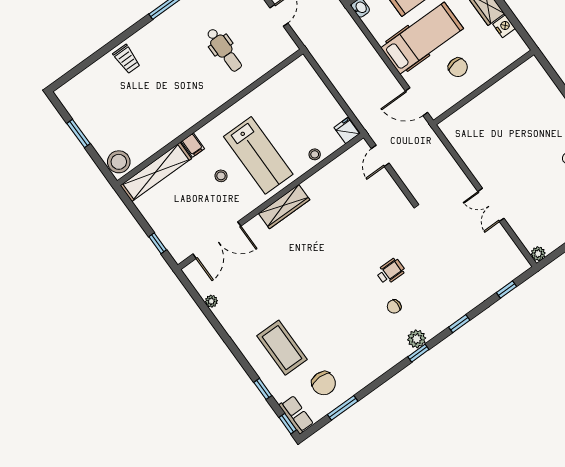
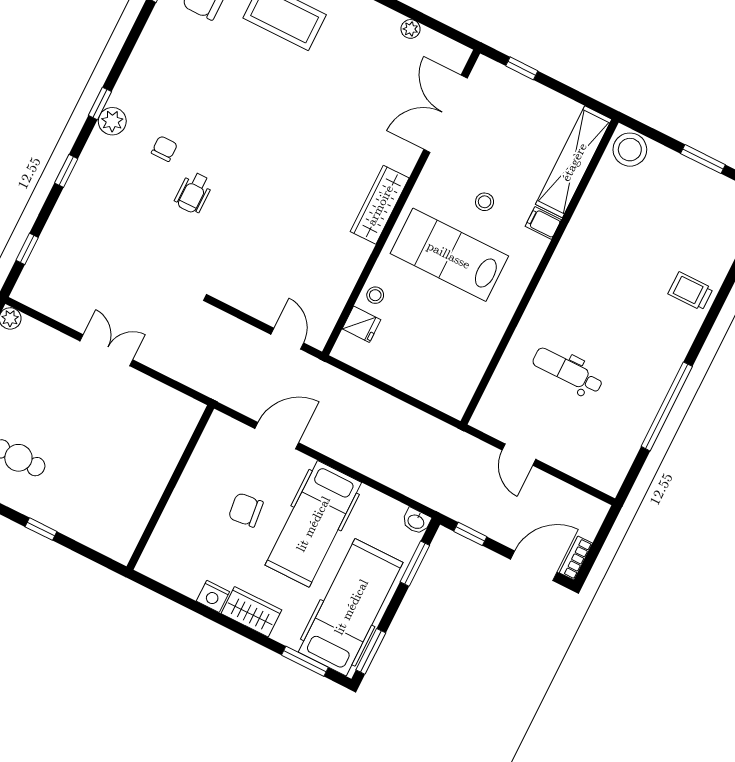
wall: (484, 87) -> (170, 487), moved
fridge: (347, 131) -> (362, 324), moved

